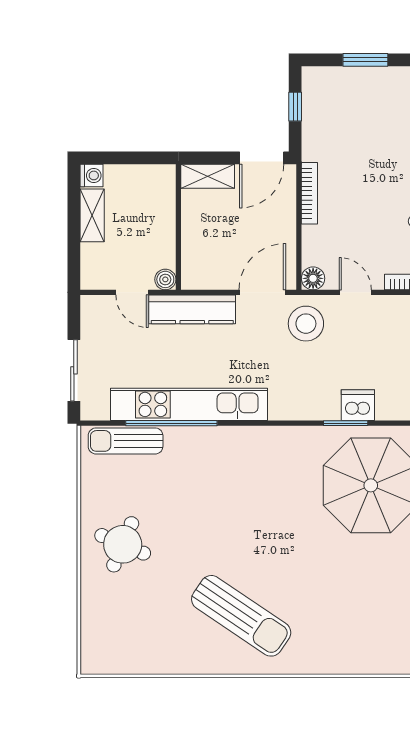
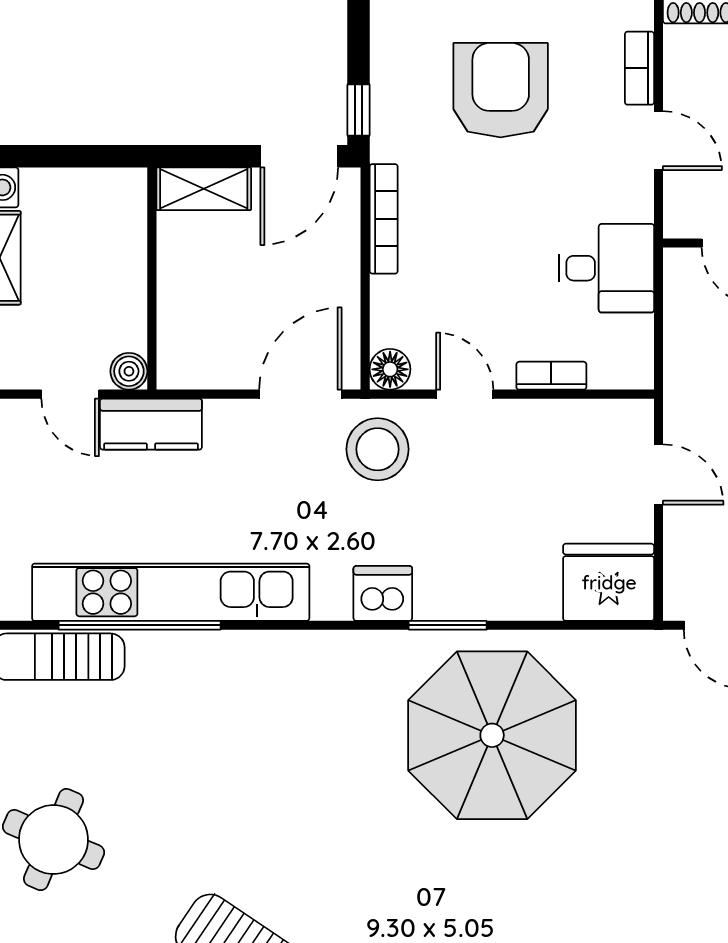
window: (295, 107) -> (359, 110), moved
armchair: (376, 120) -> (501, 90), added
kitchen counter: (192, 309) -> (151, 424), width x0.67
dishwasher: (358, 405) -> (383, 593), moved

